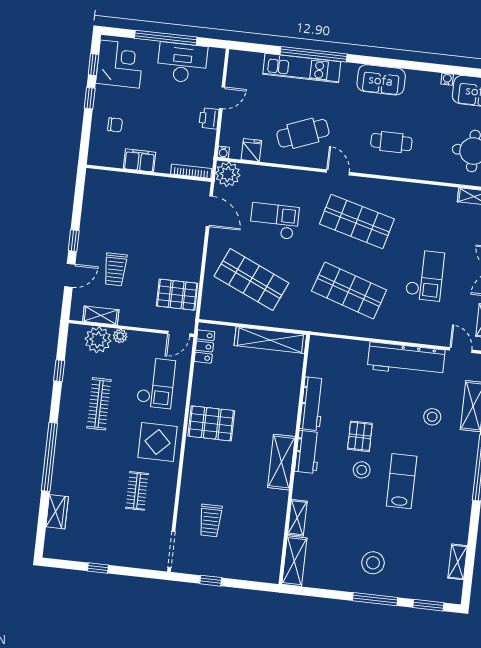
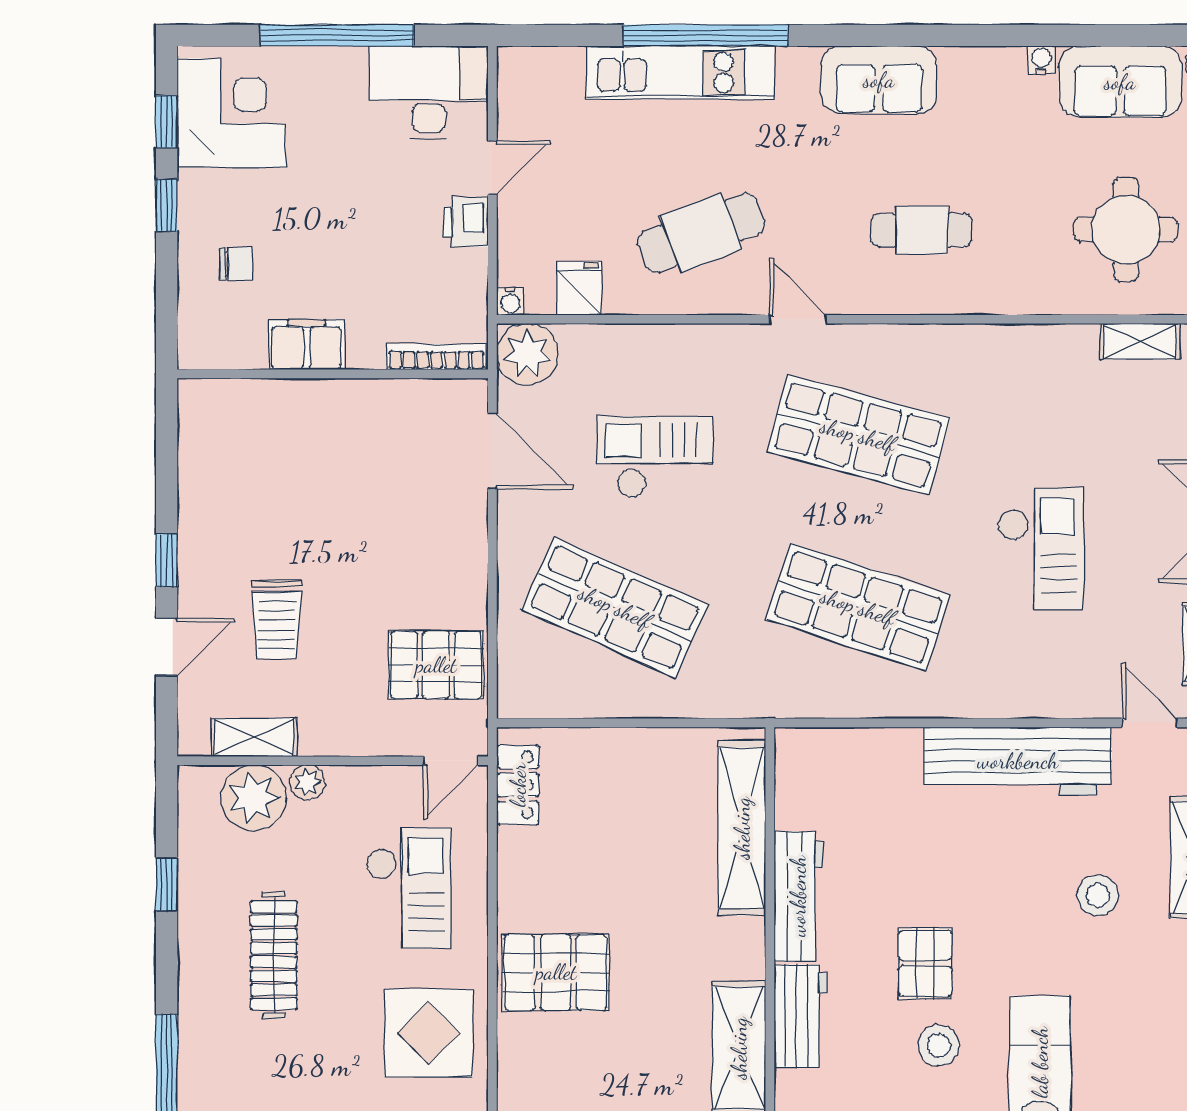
desk: (182, 63) -> (429, 93), moved
shelving: (270, 340) -> (742, 828), moved, turned 90

